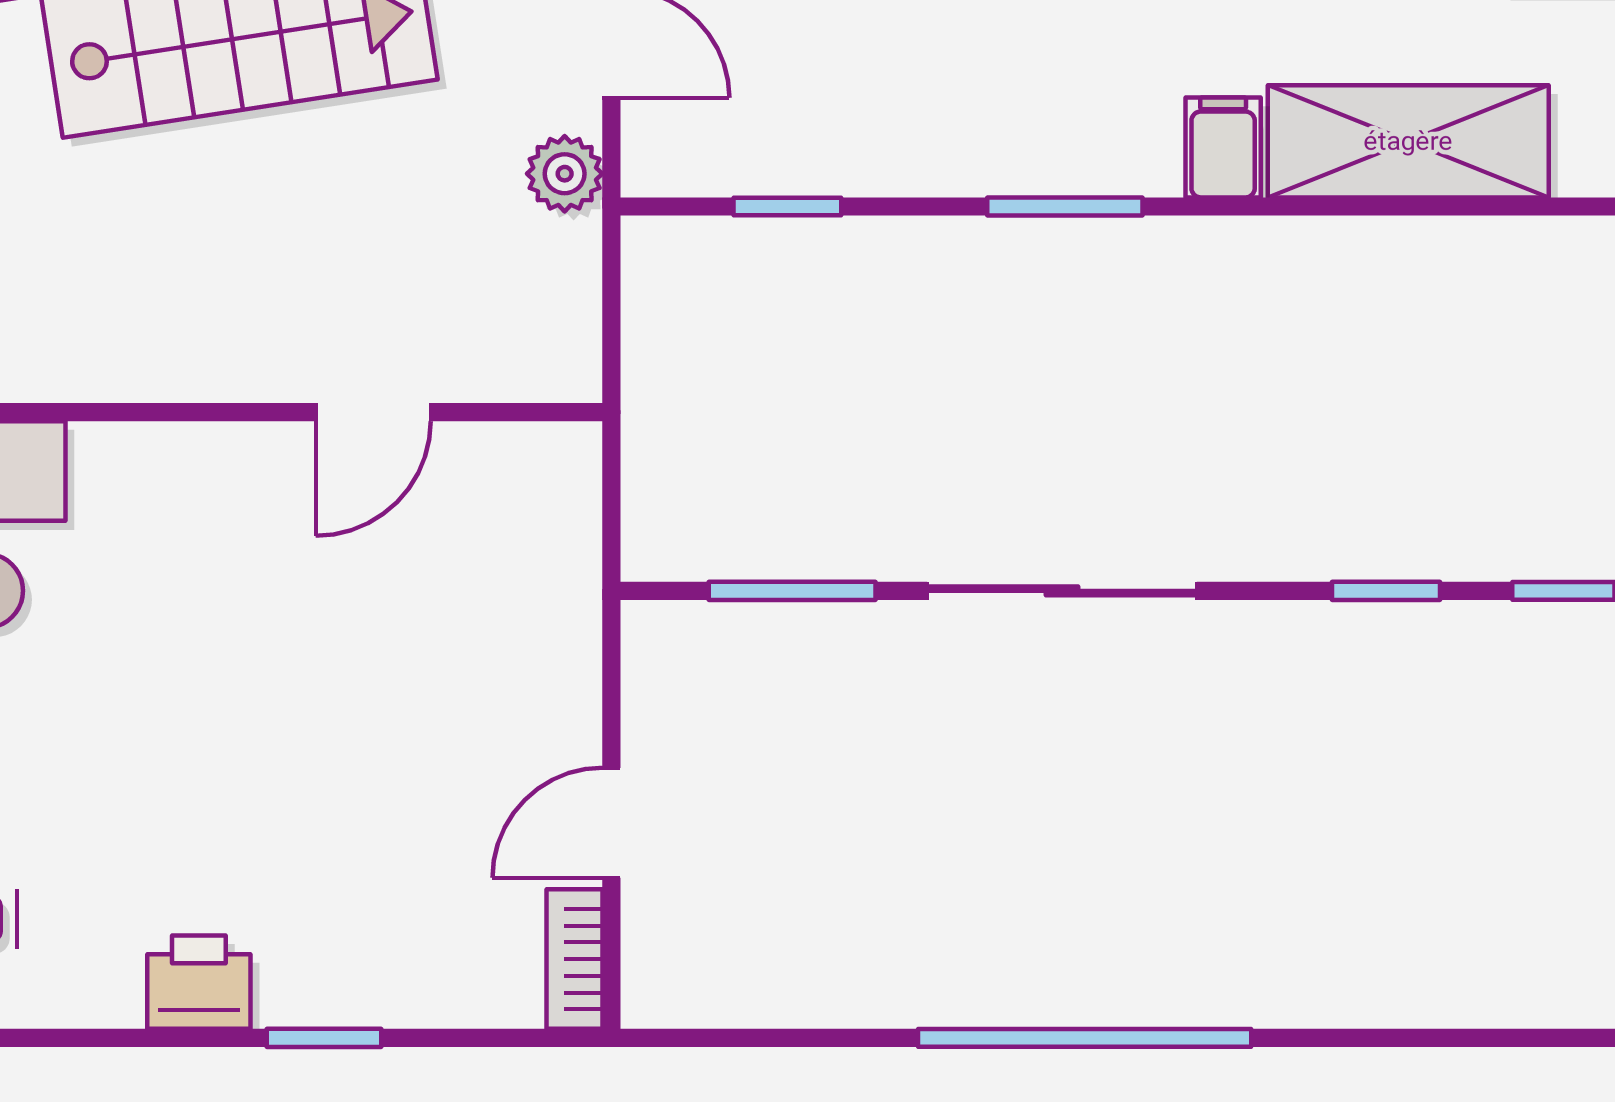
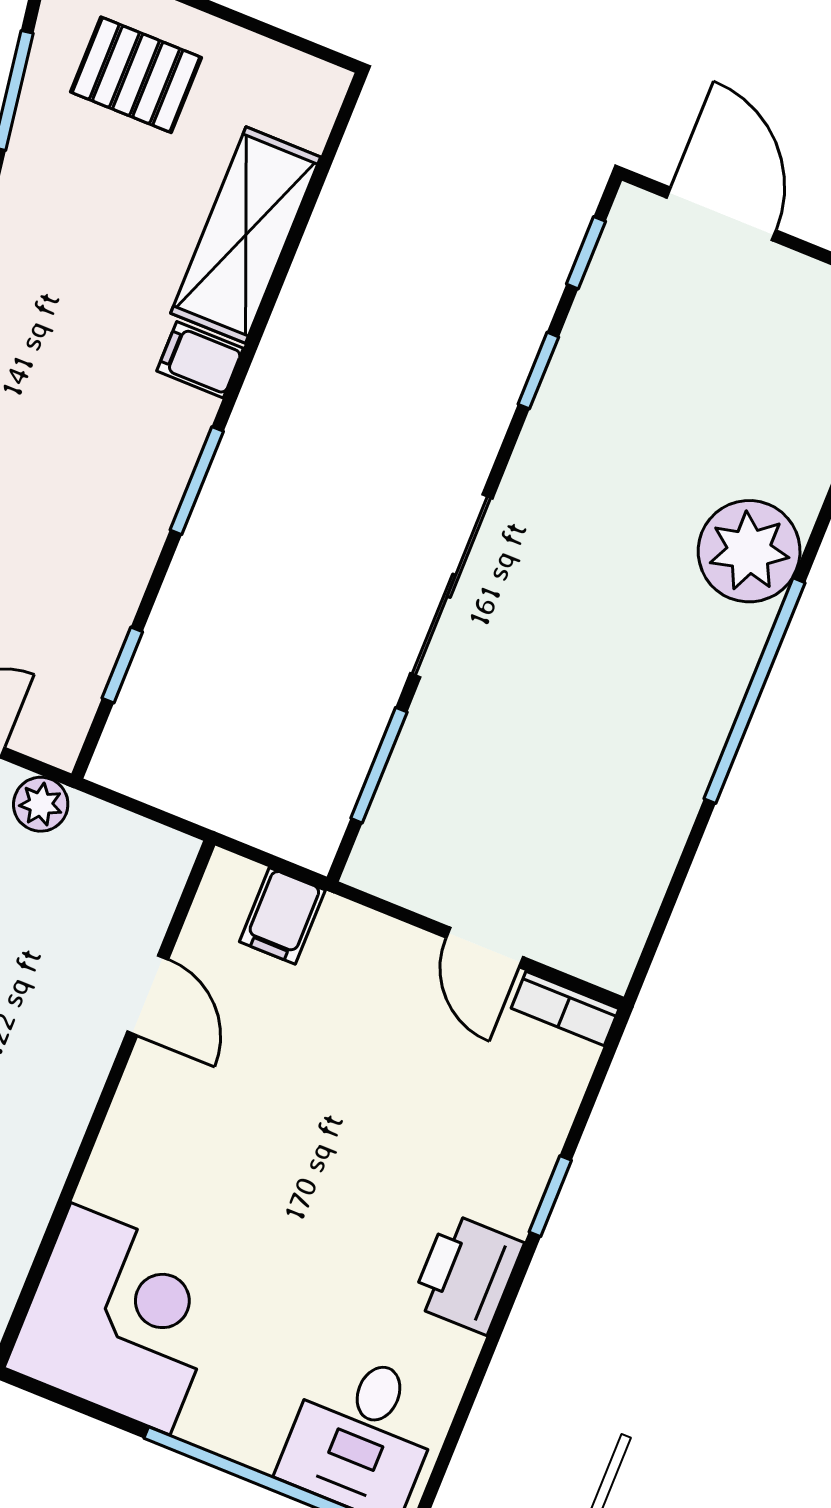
filing cabinet: (546, 545) -> (282, 916), added
plant: (1262, 958) -> (749, 551), added
printer: (199, 982) -> (467, 1274), width x1.36, depth x1.24

